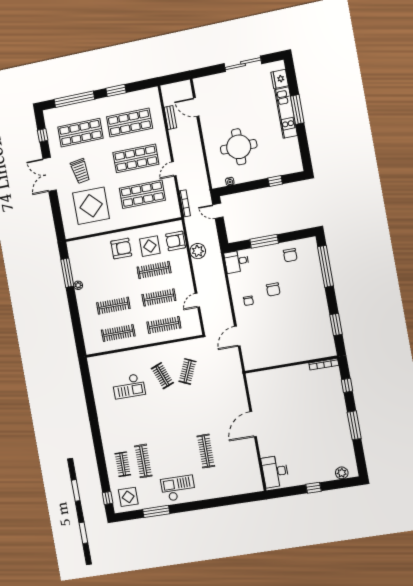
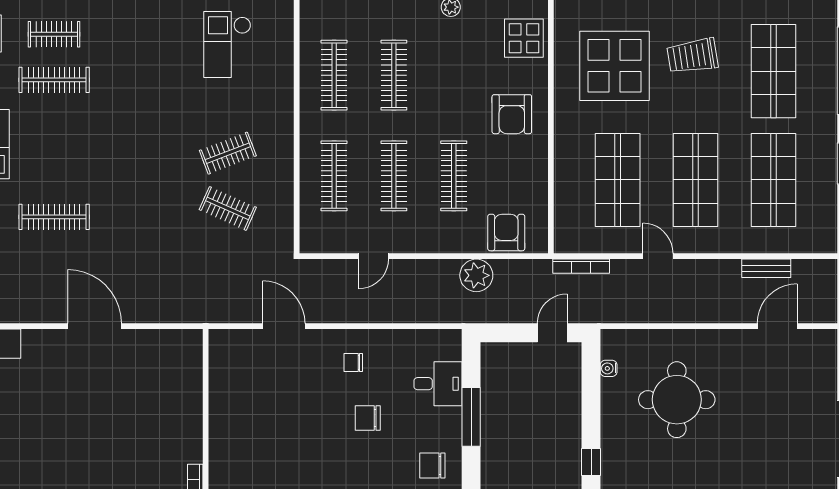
display table: (150, 246) -> (524, 38), moved
desk: (237, 261) -> (438, 384), moved, turned 90
door: (197, 300) -> (374, 256), swing flipped
checkout: (129, 386) -> (227, 45), moved

